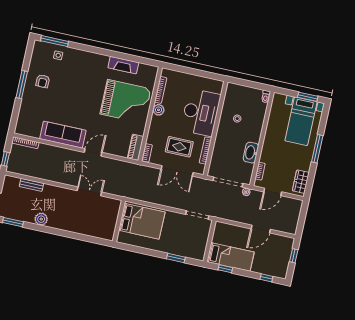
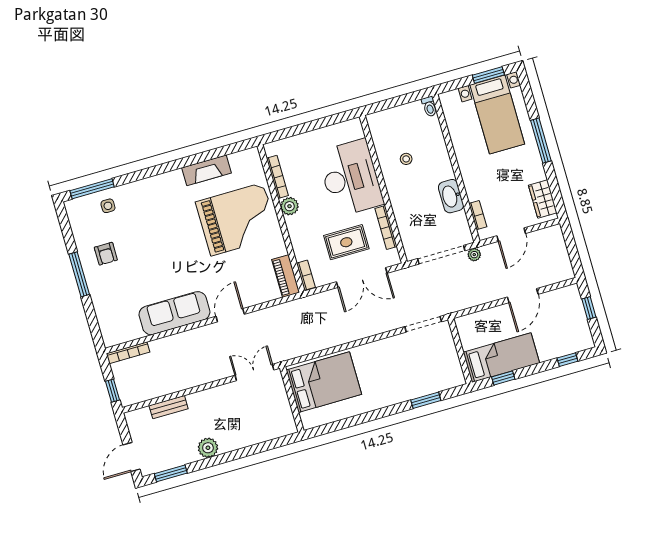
wall: (119, 221) -> (292, 399), moved
bed: (142, 221) -> (324, 382), moved

